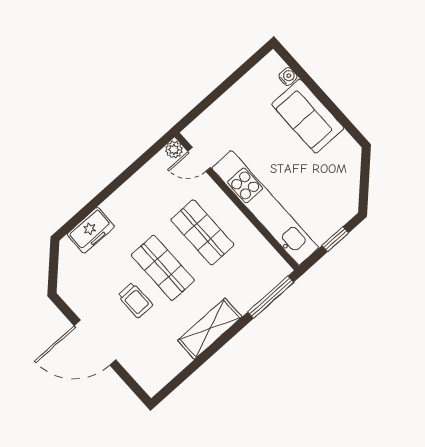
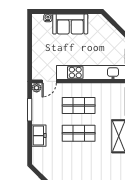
window: (134, 168) -> (30, 110), added
freezer: (91, 230) -> (39, 136), moved
trolley: (135, 300) -> (82, 155), removed

